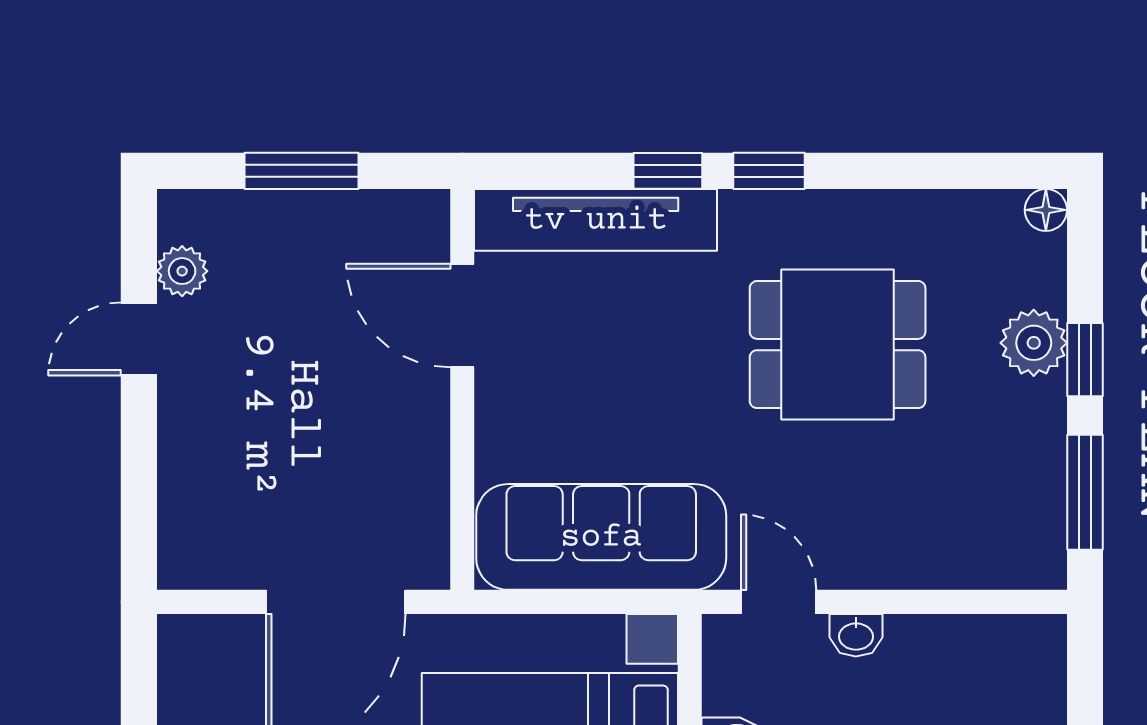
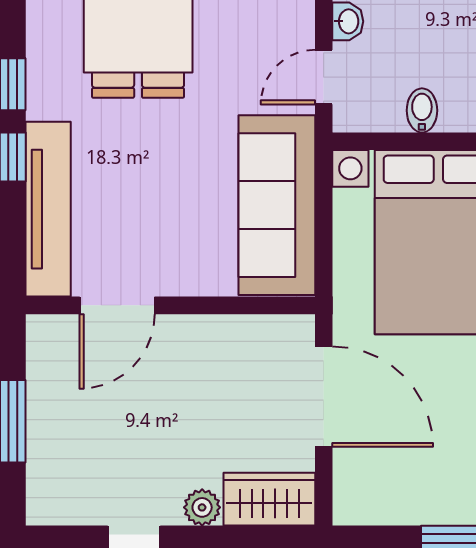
plant: (182, 271) -> (202, 507), moved
wardrobe: (194, 527) -> (269, 499), added

